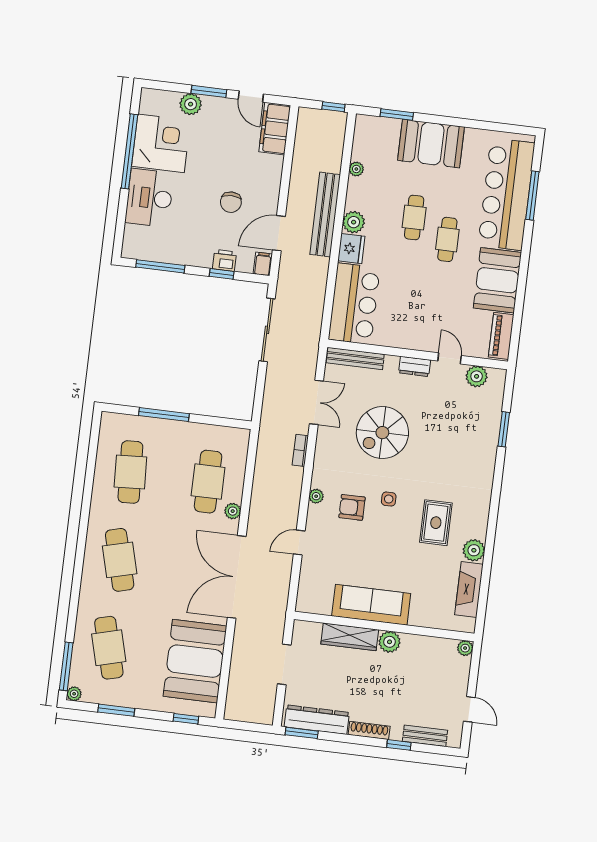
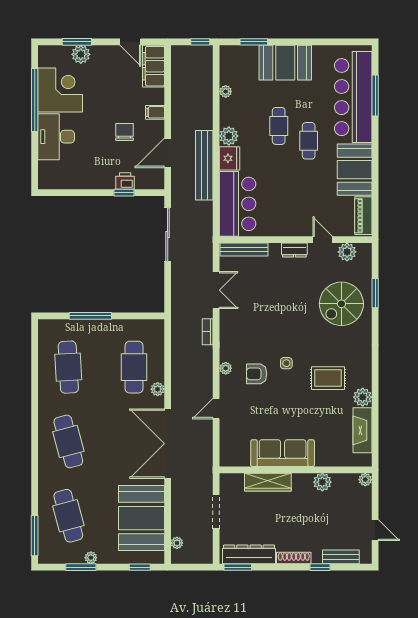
window: (209, 91) -> (77, 42), moved
chair: (231, 202) -> (124, 132), turned 180
bench: (325, 215) -> (204, 165), moved
filing cabinet: (263, 264) -> (155, 112), moved, turned -90
window: (160, 266) -> (72, 193), removed
spiral stairs: (382, 433) -> (341, 304), moved
rug: (436, 523) -> (328, 378), turned 90
plant: (389, 642) -> (322, 482), moved
plant: (74, 694) -> (91, 558), moved
plant: (233, 696) -> (177, 543), added

